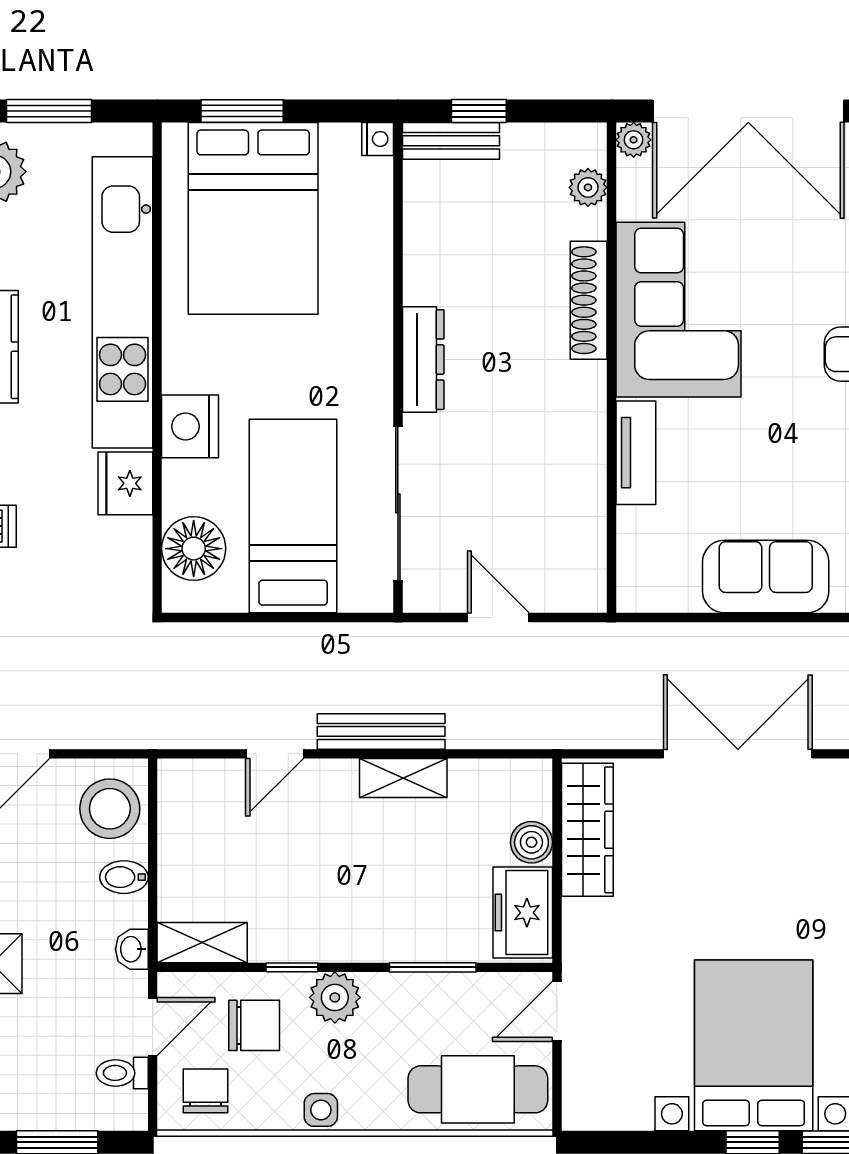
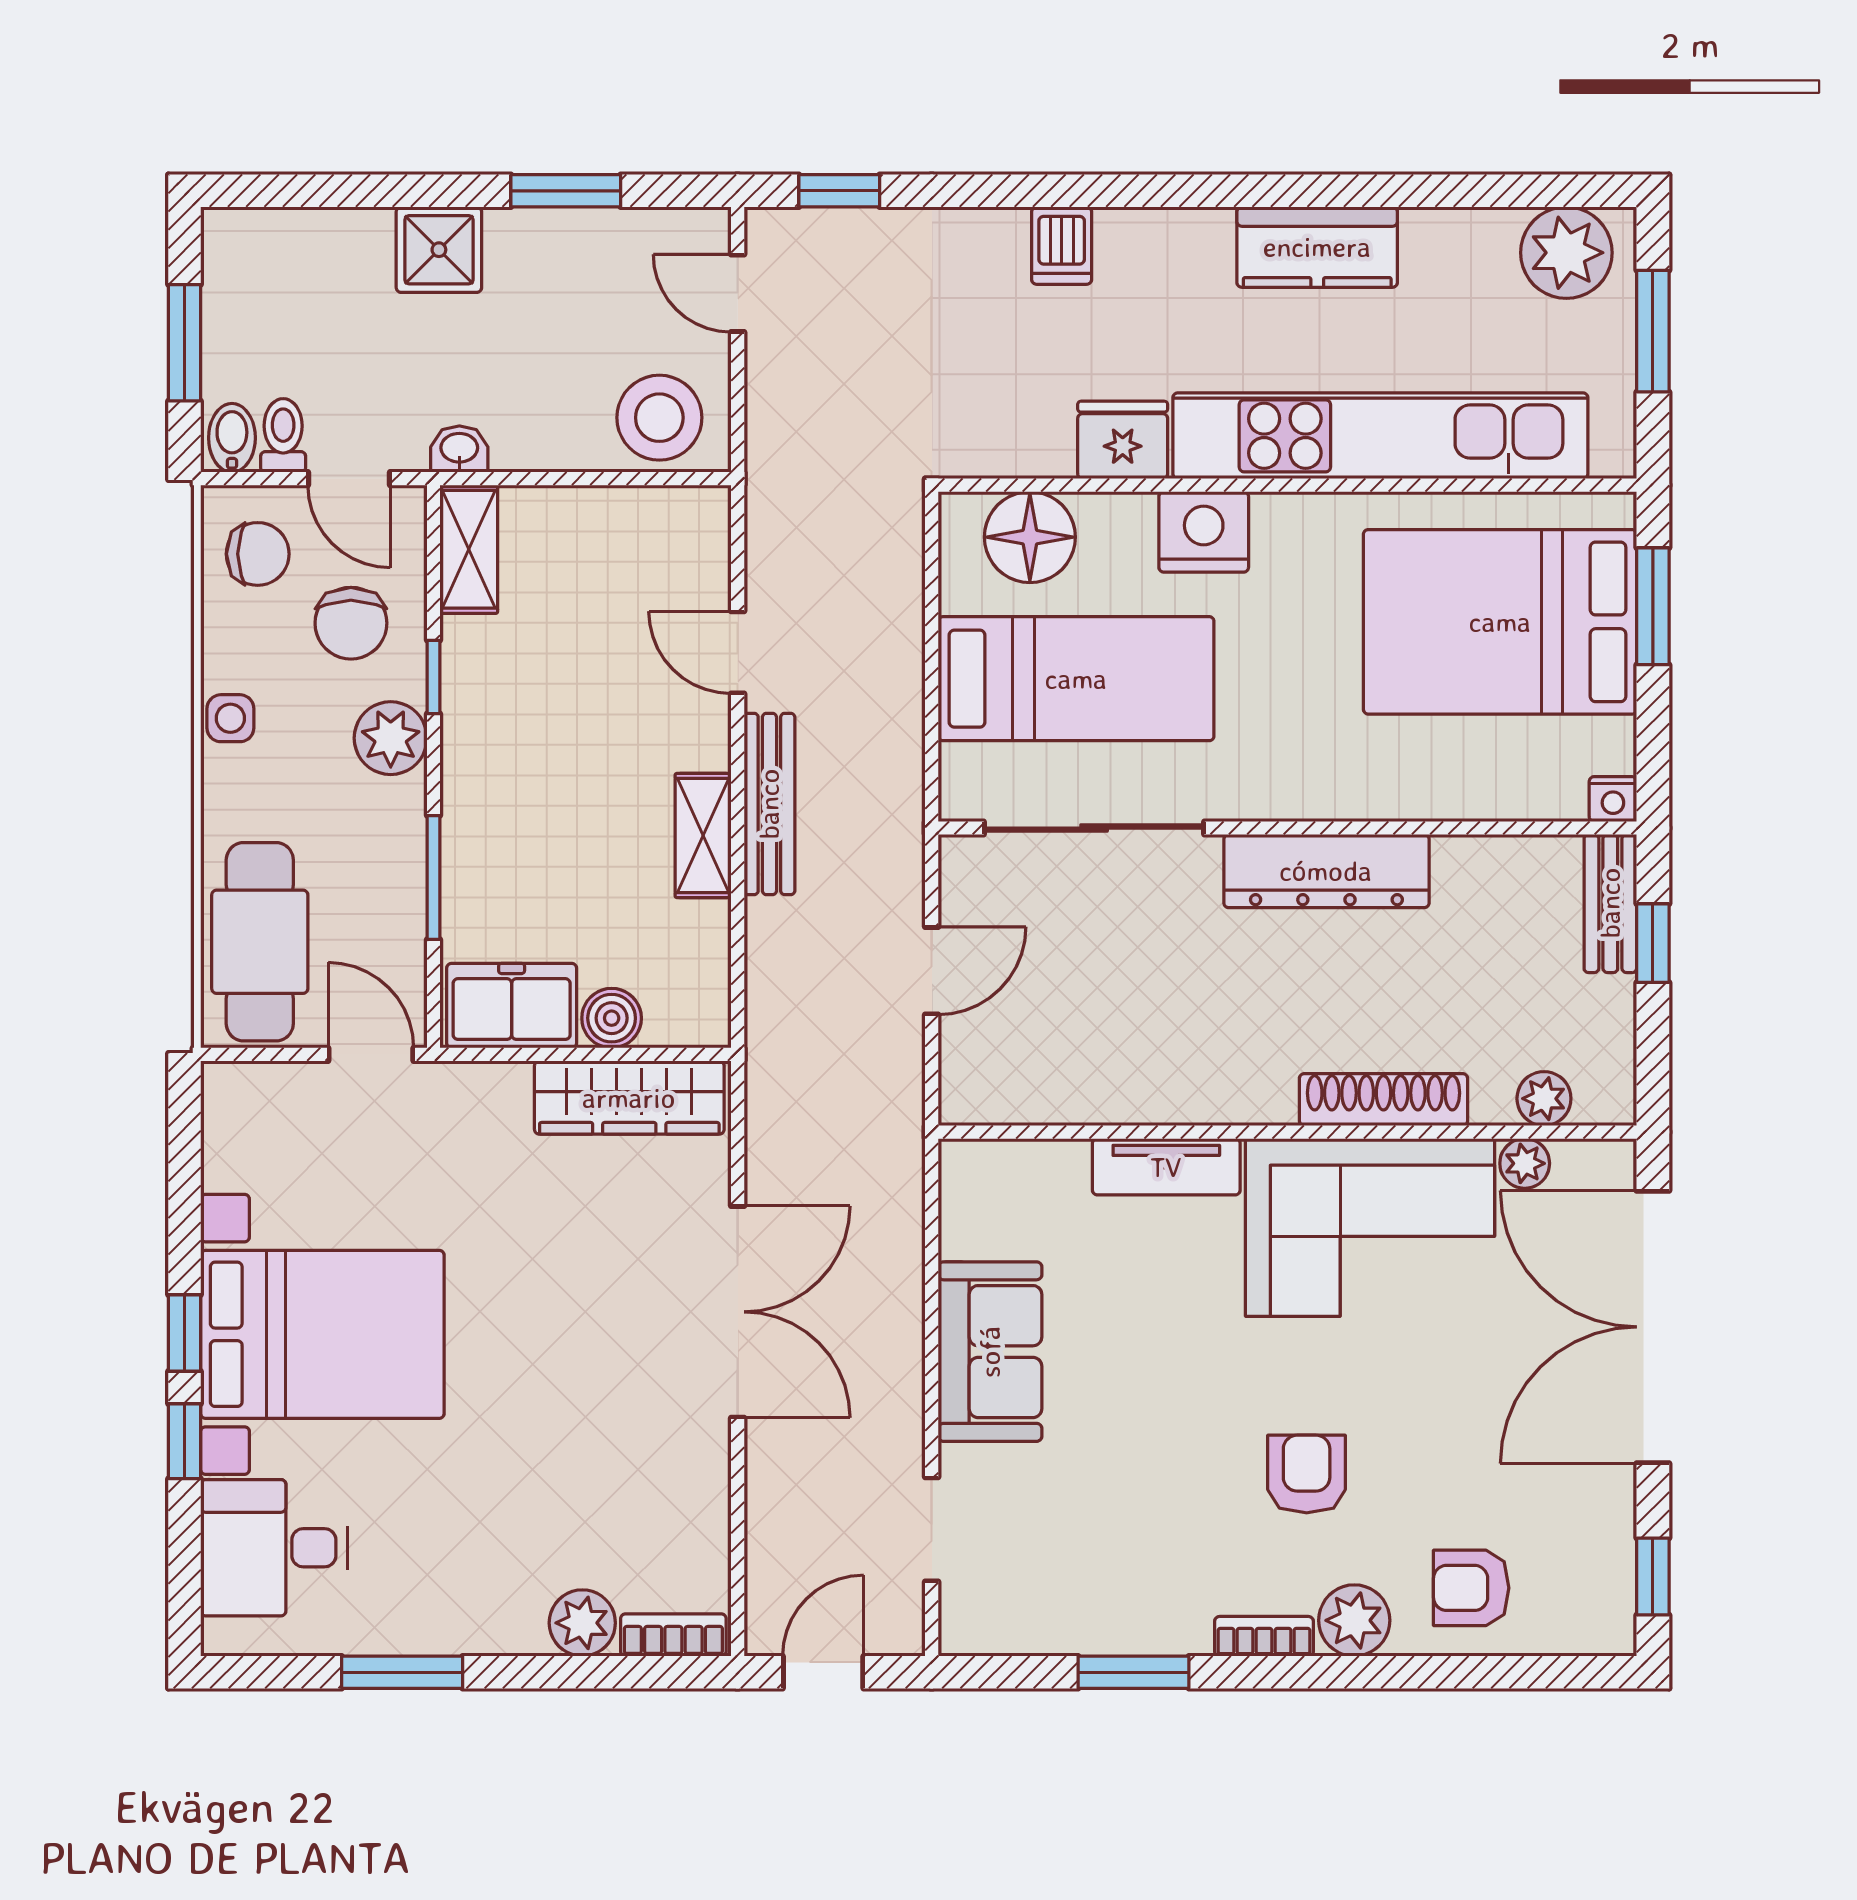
plant: (634, 140) -> (1525, 1163), moved
dresser: (423, 360) -> (1326, 871), width x1.37, depth x1.24
bidet: (124, 877) -> (232, 438), moved

